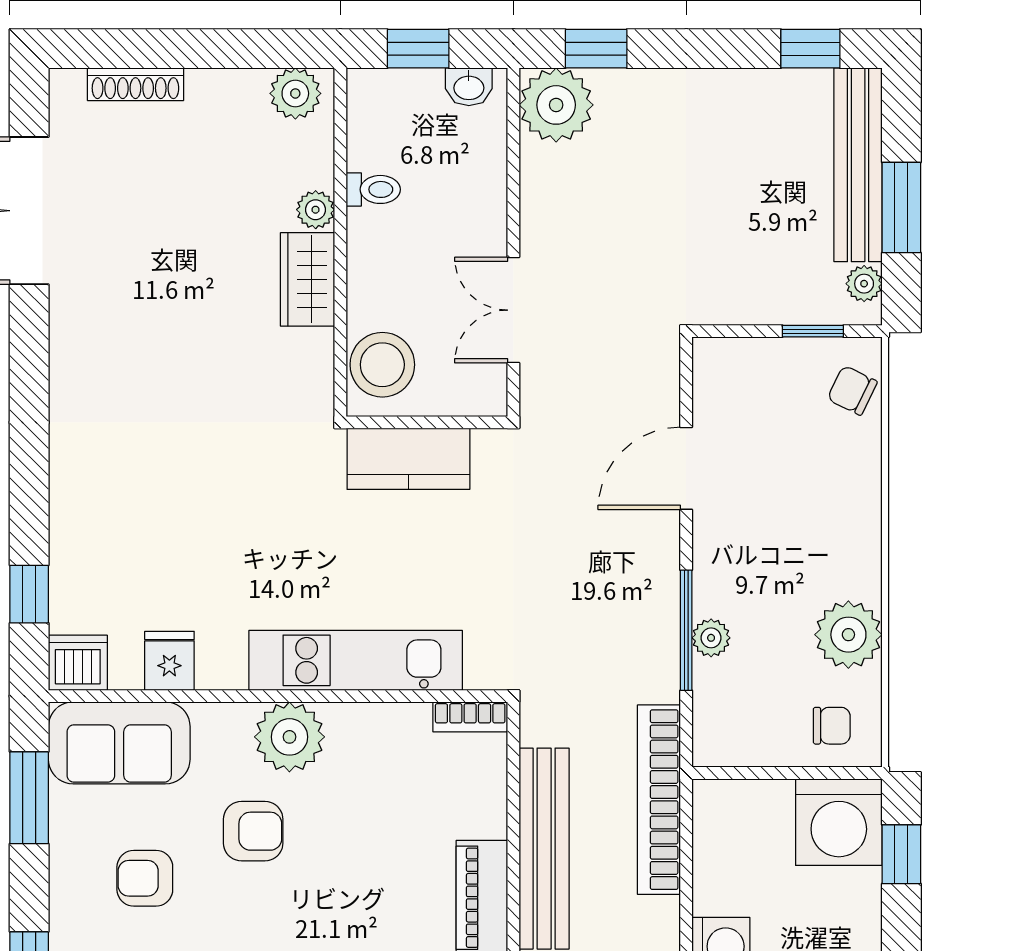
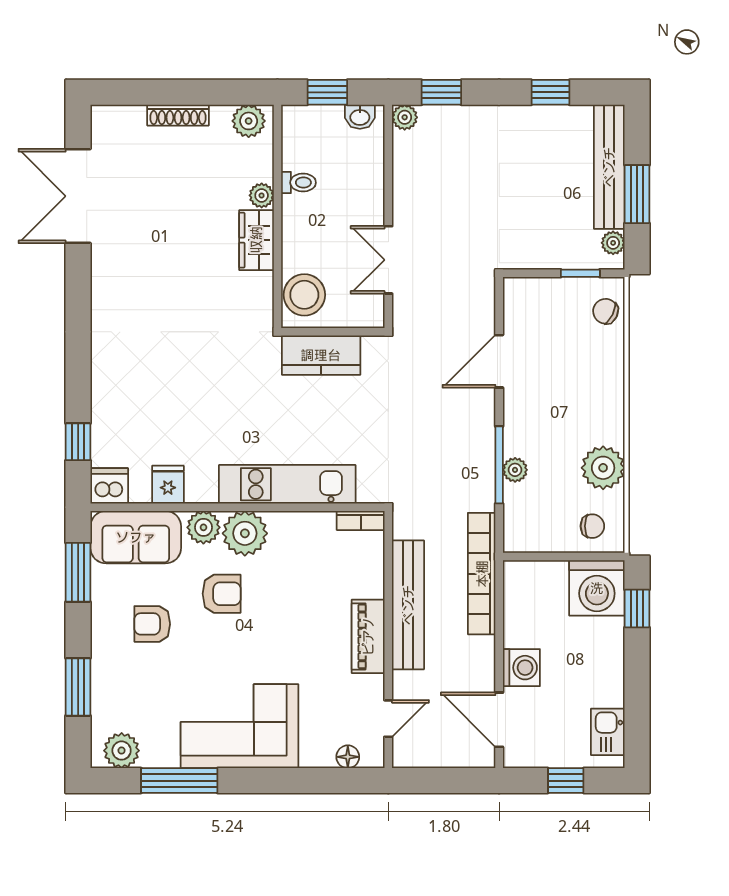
window: (810, 49) -> (550, 92), moved
shoe rack: (135, 84) -> (178, 115), moved
plant: (556, 105) -> (405, 117), width x0.53, depth x0.53
plant: (225, 728) -> (203, 527), added

